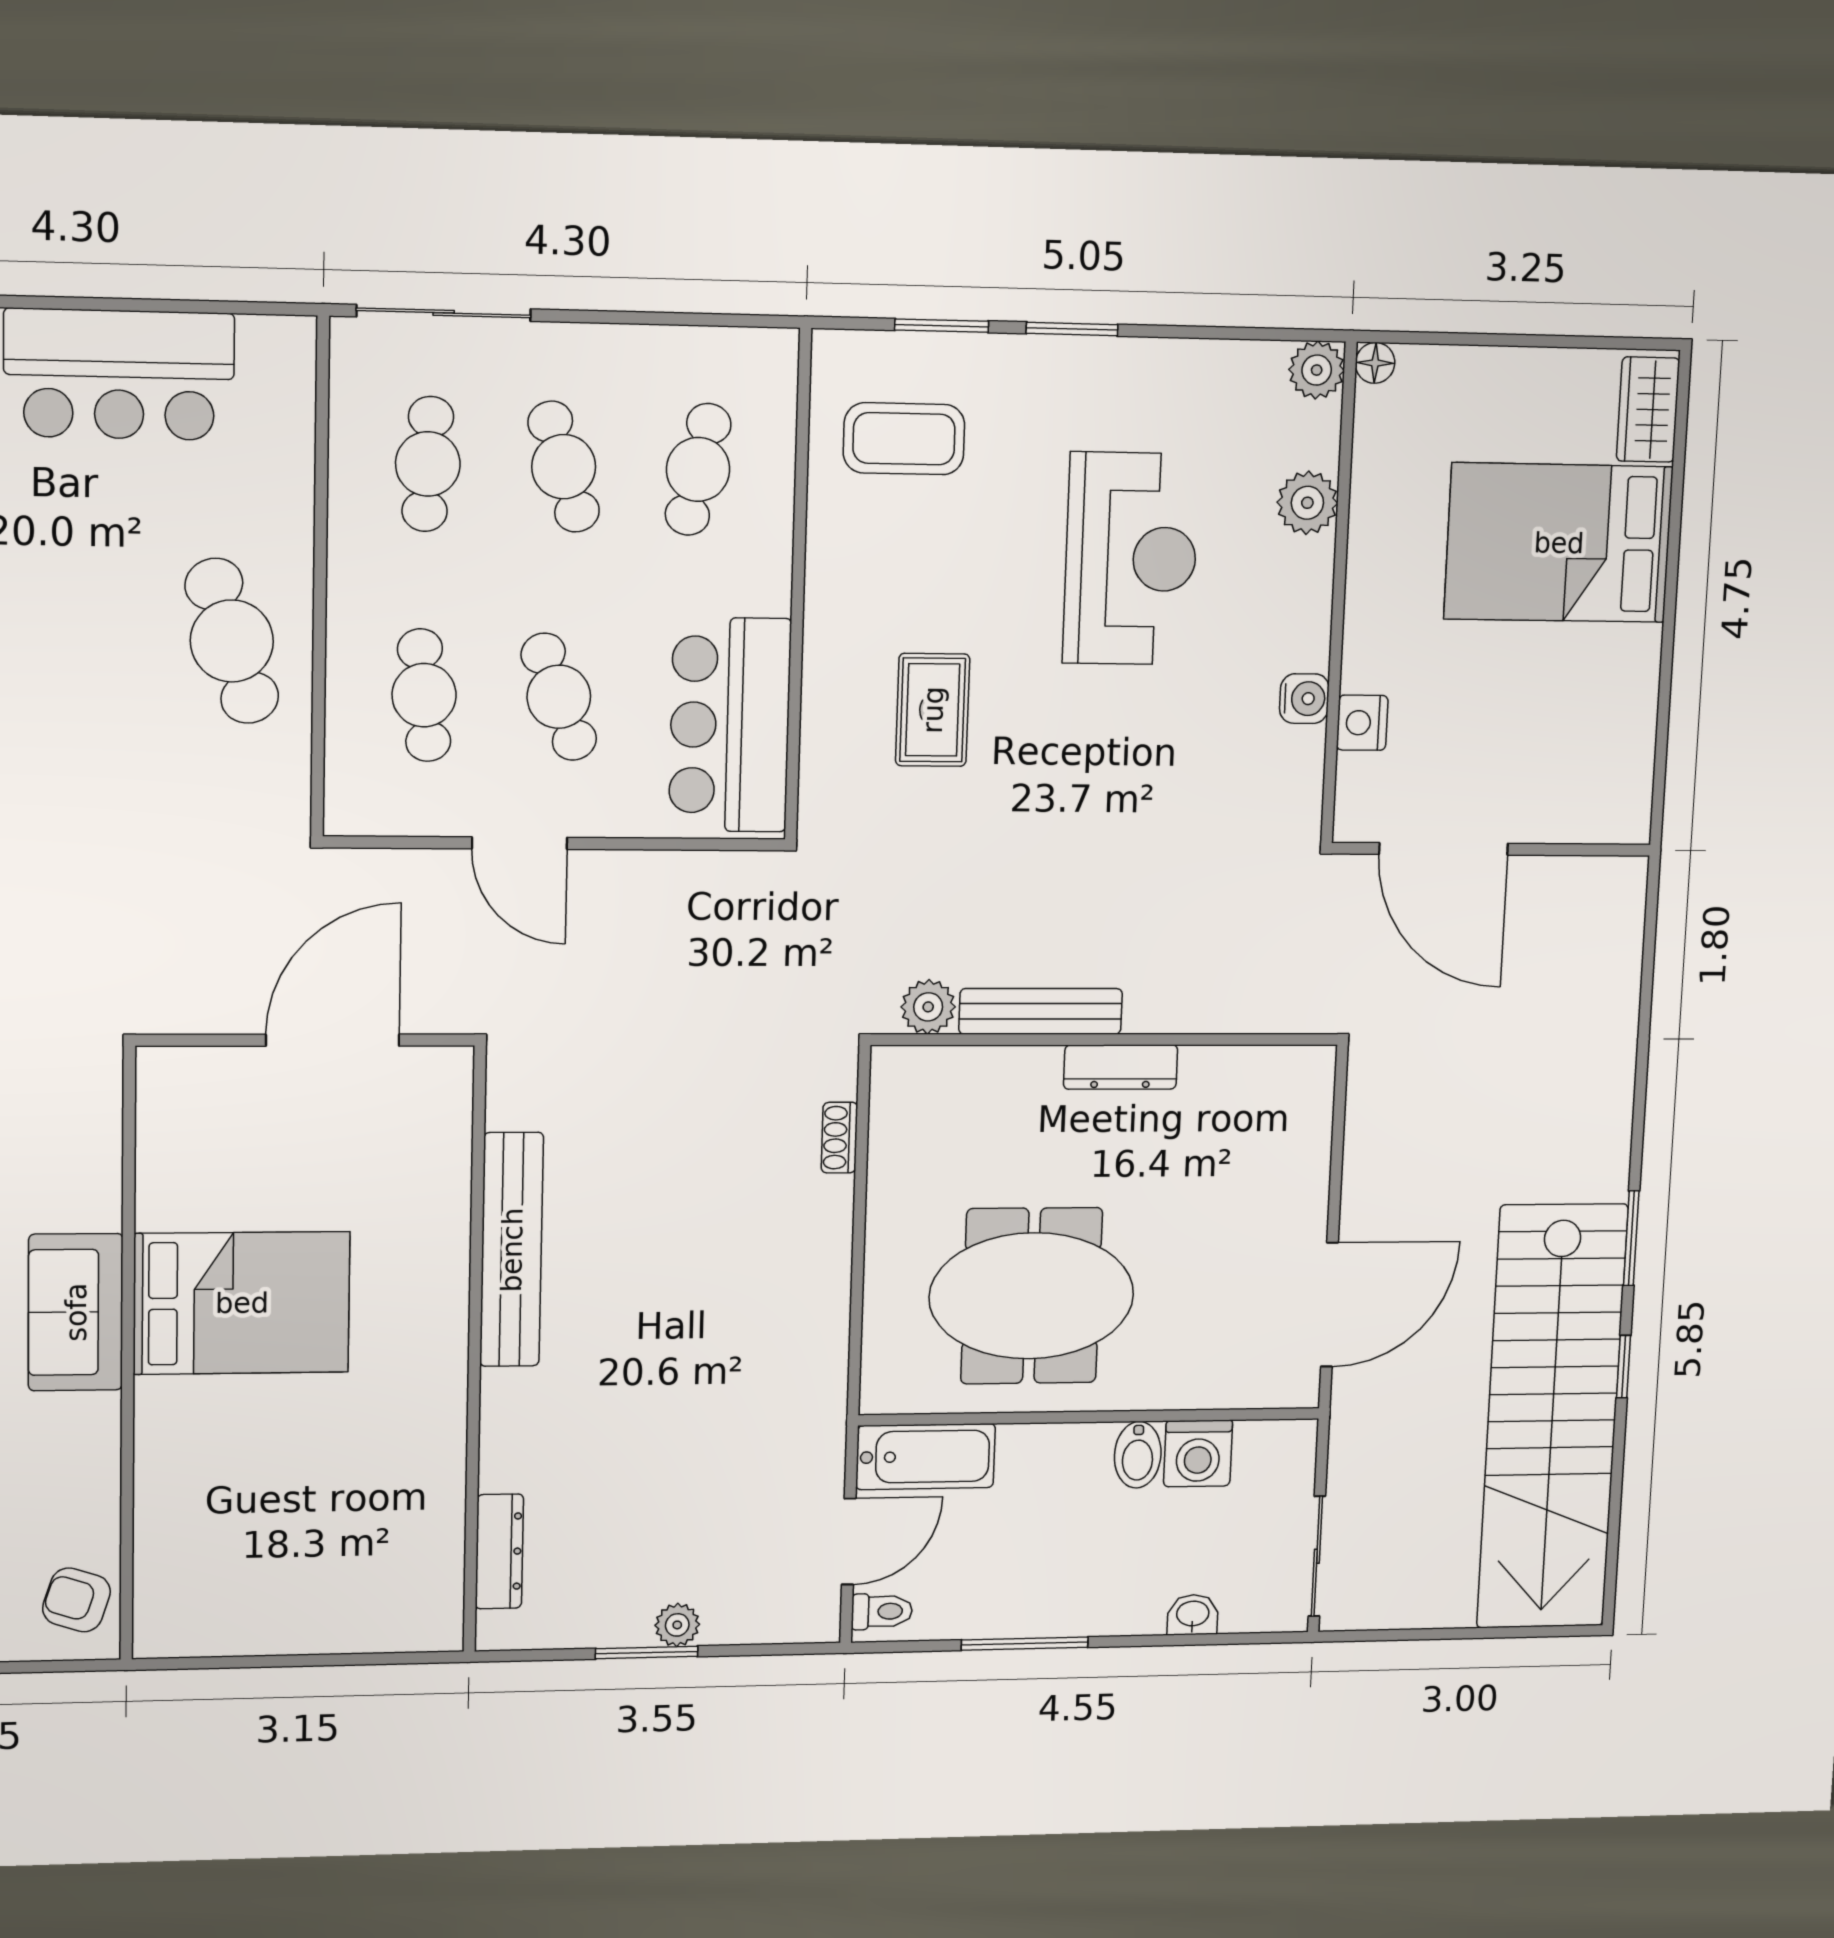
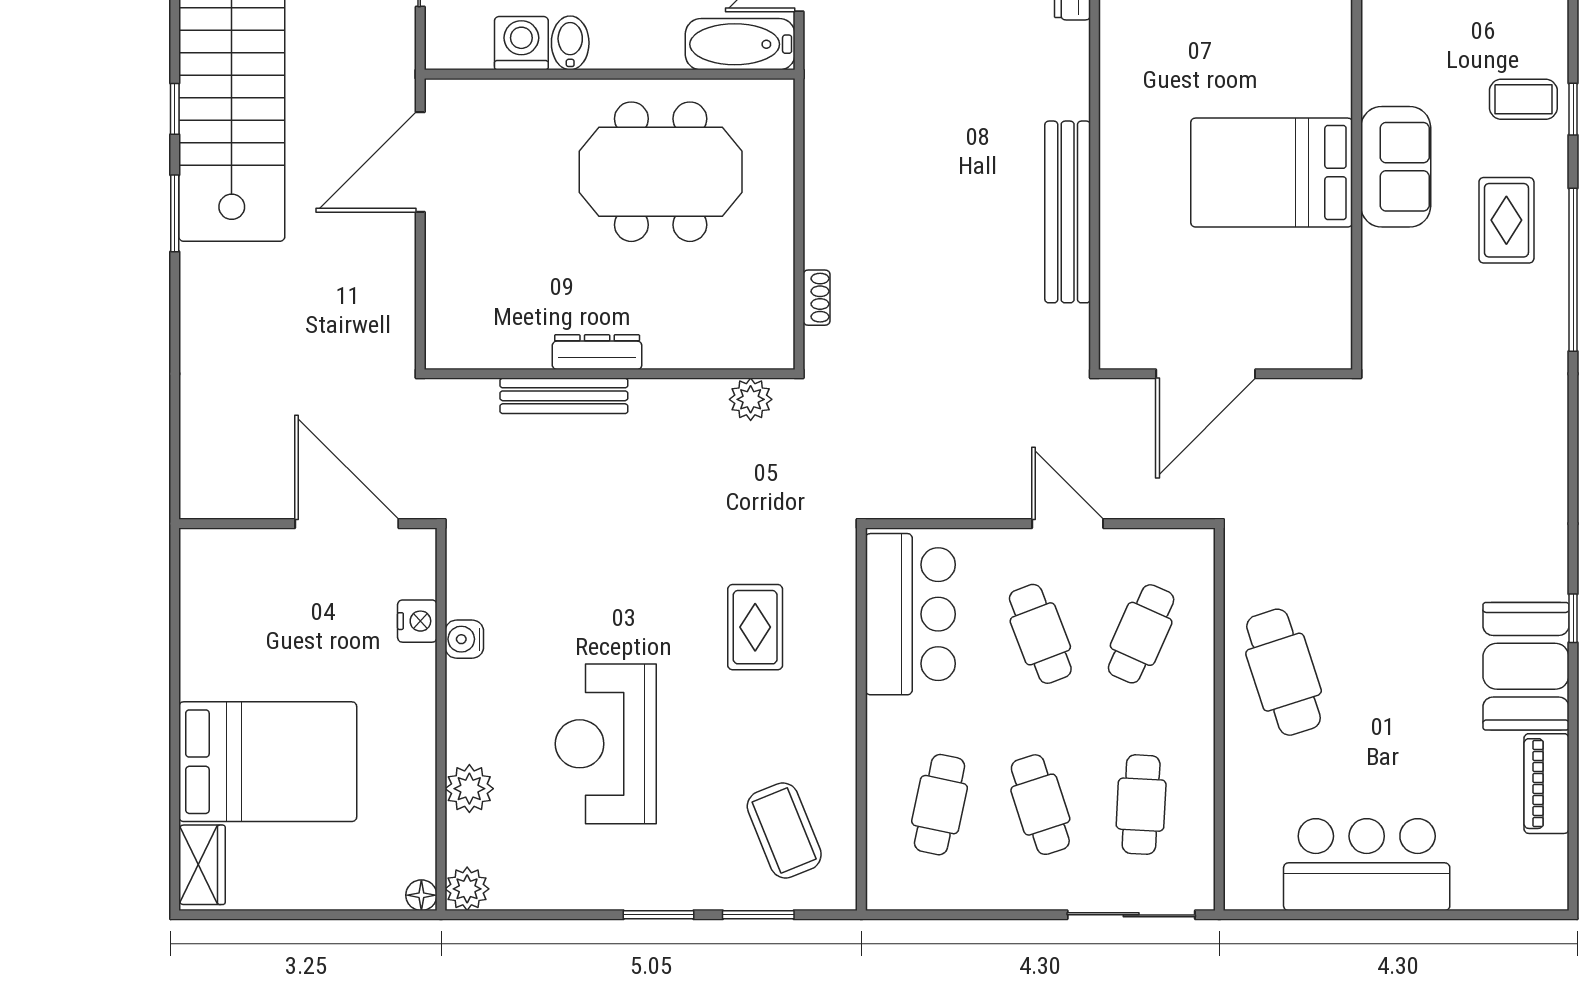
coffee table: (904, 439) -> (784, 830), turned 68
cafe table: (424, 695) -> (1141, 634), turned 30
bench: (1041, 1011) -> (564, 396), moved

